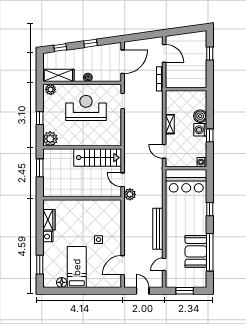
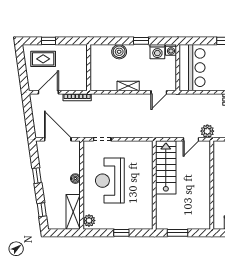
rug: (194, 49) -> (43, 59), added
washing machine: (200, 130) -> (157, 52), moved
plant: (50, 139) -> (145, 221), removed

